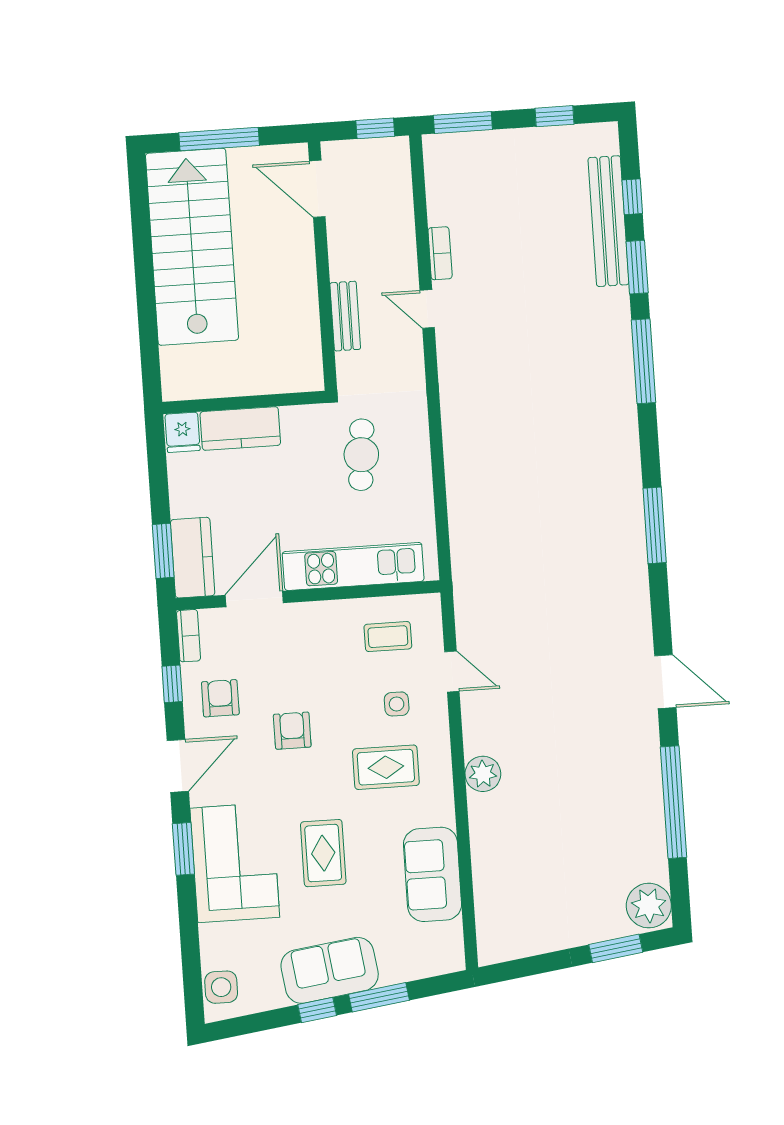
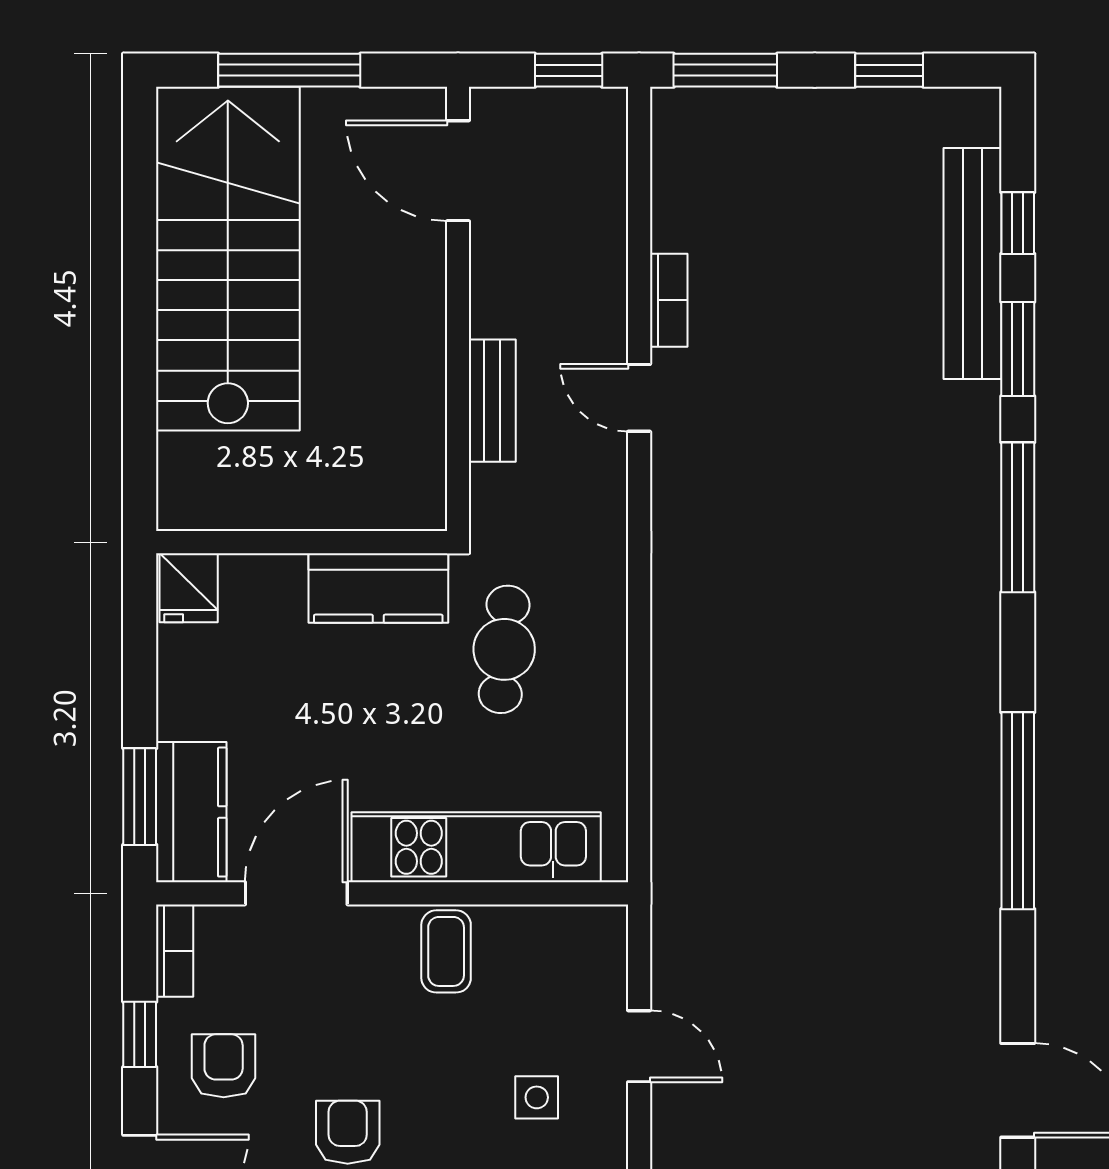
kitchen counter: (240, 428) -> (378, 588), moved
window: (655, 525) -> (1018, 811), width x1.46
coffee table: (388, 637) -> (446, 951), moved, turned 90

